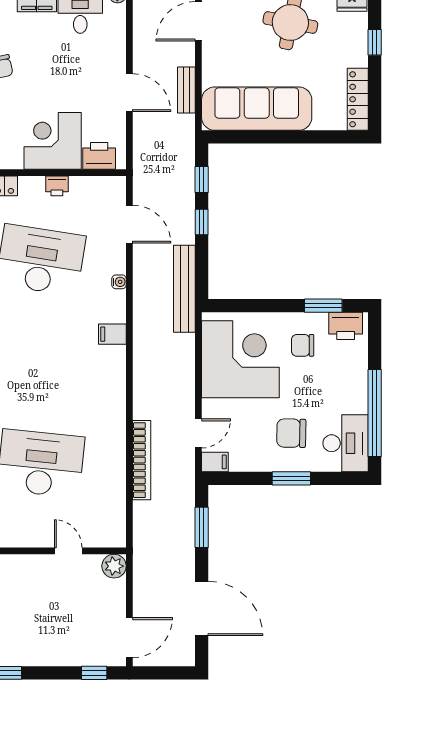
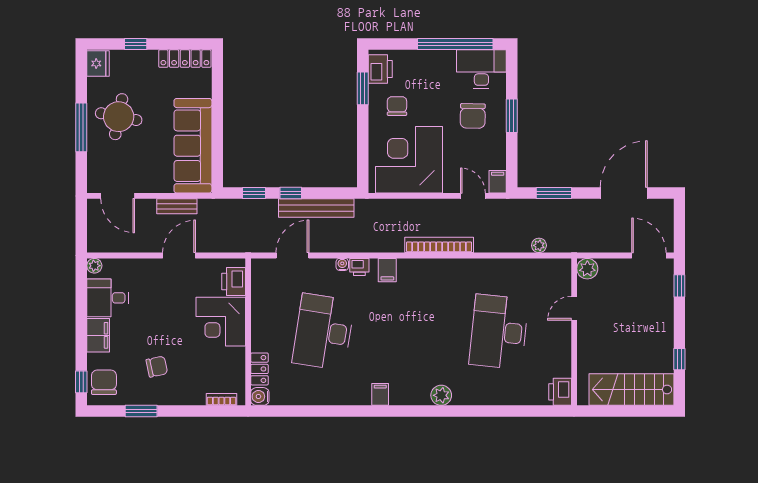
printer: (57, 186) -> (359, 267), moved, turned 90
bench: (184, 289) -> (316, 208), moved
chair: (303, 345) -> (397, 106), turned 180
bookcase: (142, 460) -> (439, 245), moved
plant: (141, 510) -> (539, 245), added

